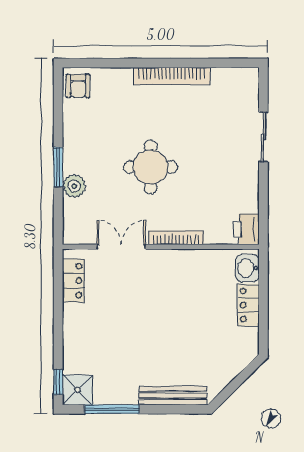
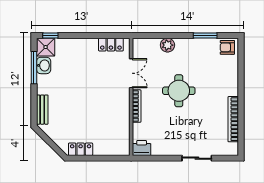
bookcase: (172, 76) -> (233, 119), moved
window: (58, 167) -> (205, 36), moved
washbasin: (247, 268) -> (44, 65), moved, turned 90
locker: (248, 305) -> (81, 149), moved
bench: (173, 396) -> (42, 110), width x0.73

